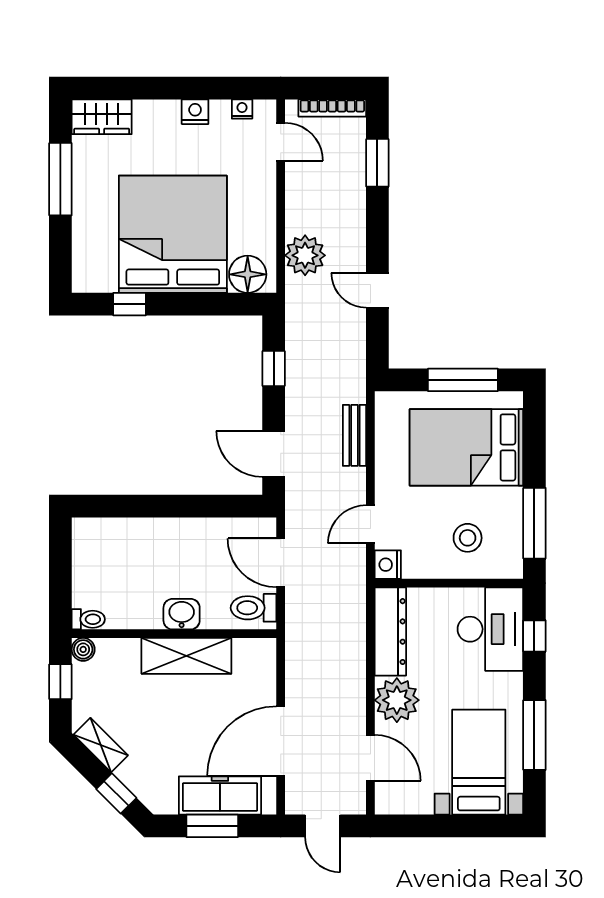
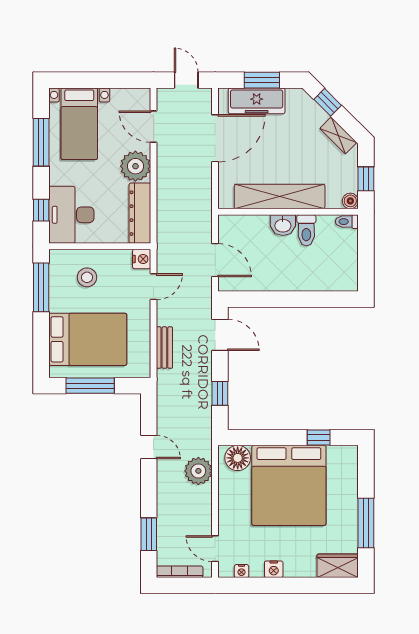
toilet: (254, 608) -> (306, 230), moved, turned 90
shelving: (186, 656) -> (280, 196), width x1.47

